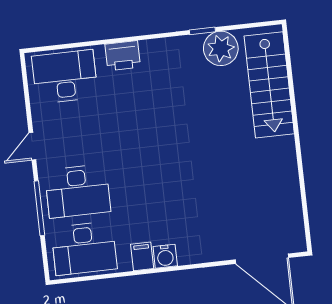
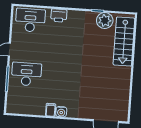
desk: (78, 191) -> (26, 74), turned 180
desk: (84, 248) -> (24, 101), removed

